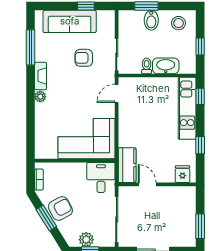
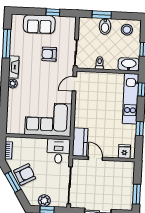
sofa: (70, 21) -> (39, 24), width x0.73
washbasin: (166, 66) -> (129, 64), moved

